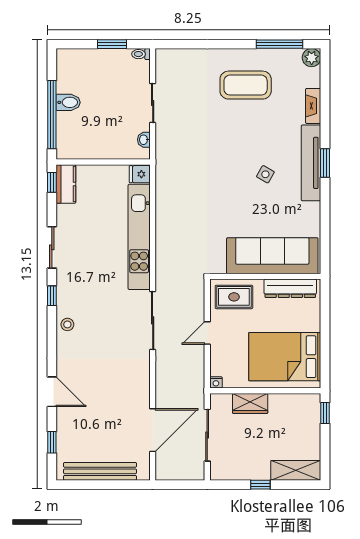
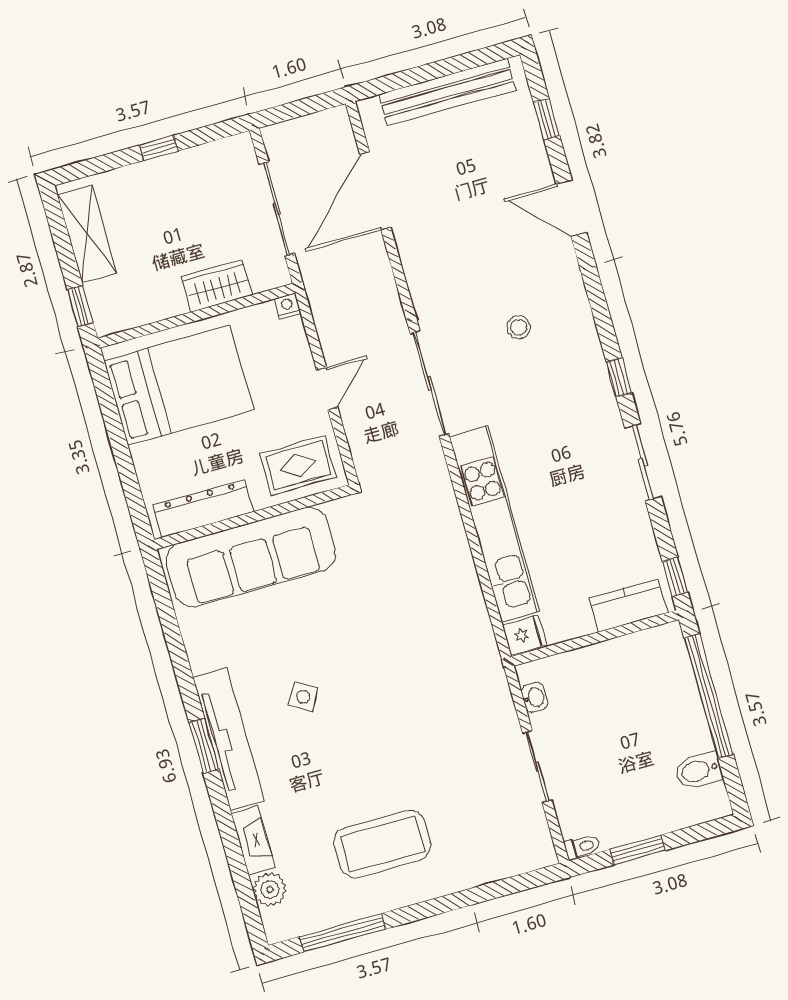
plant: (312, 58) -> (270, 890), moved
bidet: (68, 102) -> (699, 771), moved
kitchen counter: (66, 184) -> (628, 605), moved, turned 90
stool: (67, 324) -> (519, 327), moved
shelving: (296, 470) -> (87, 234), moved, turned 90

